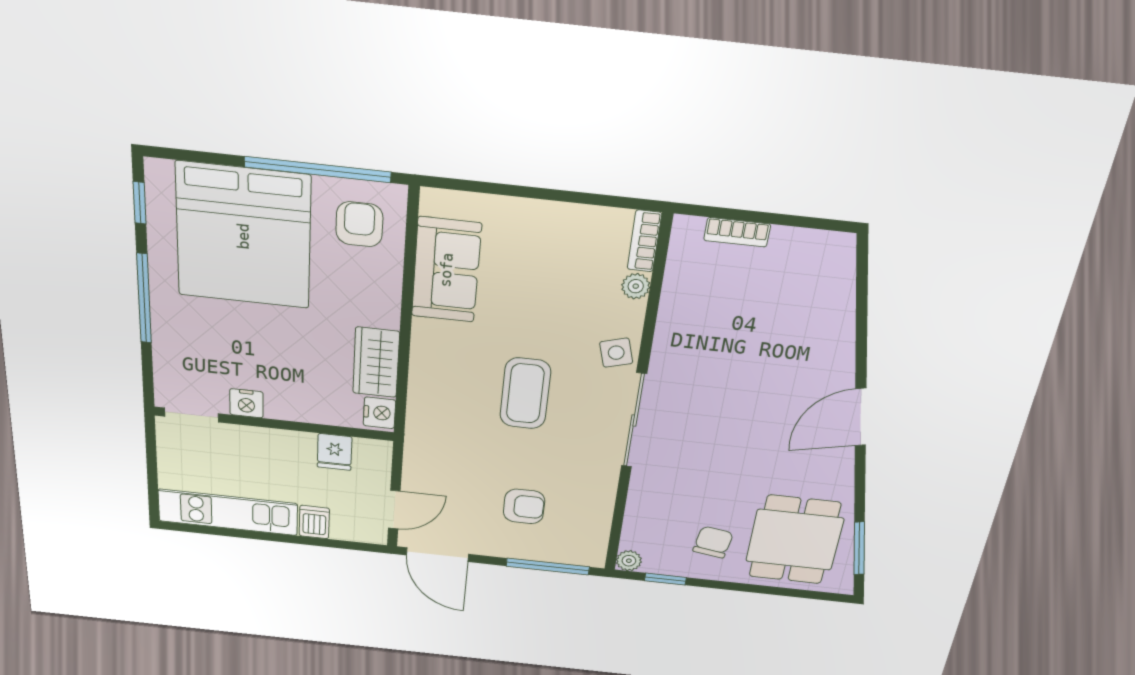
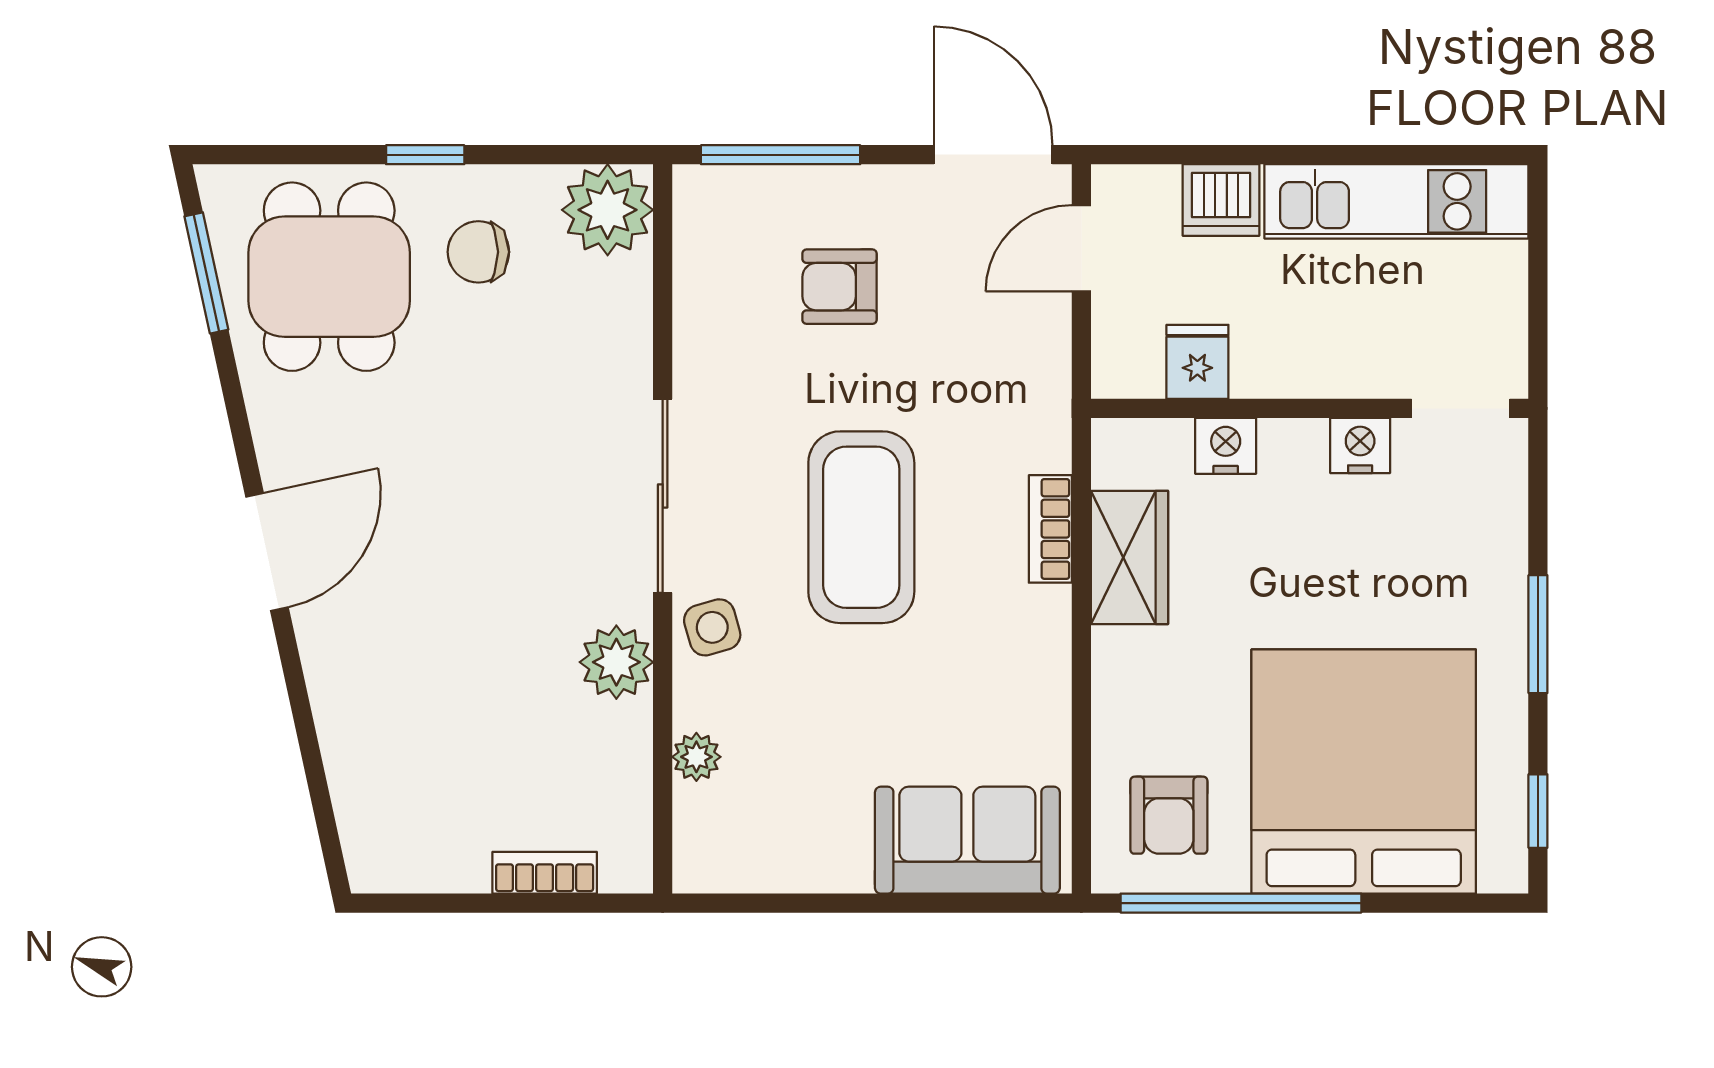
bookcase: (644, 241) -> (1050, 529), moved, turned 180
sofa: (446, 270) -> (967, 840), moved, turned 90
window: (144, 298) -> (1538, 634), width x0.69
plant: (674, 341) -> (616, 662), added
coffee table: (525, 393) -> (861, 527), width x1.36, depth x1.32
nightstand: (379, 413) -> (1226, 446), moved, turned 90
dishwasher: (314, 522) -> (1221, 200), width x1.38
chair: (713, 542) -> (478, 252), turned 81
plant: (629, 561) -> (608, 210), width x1.87, depth x1.87
window: (665, 579) -> (425, 155), moved

